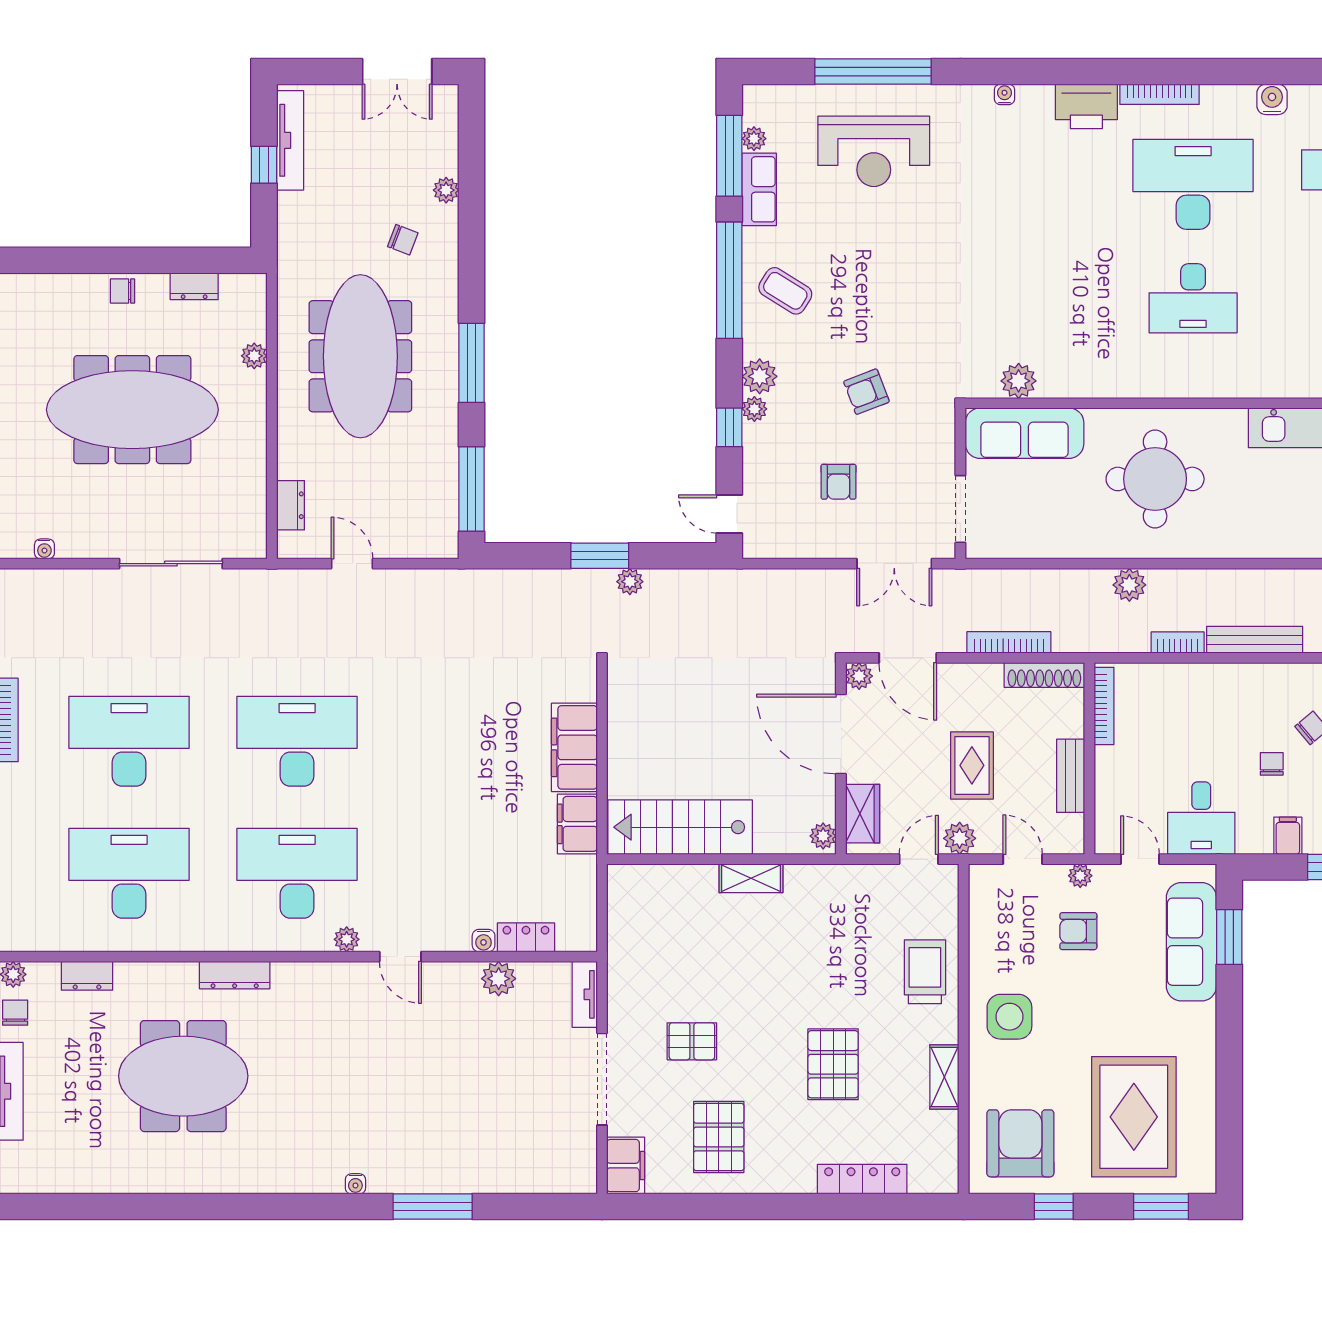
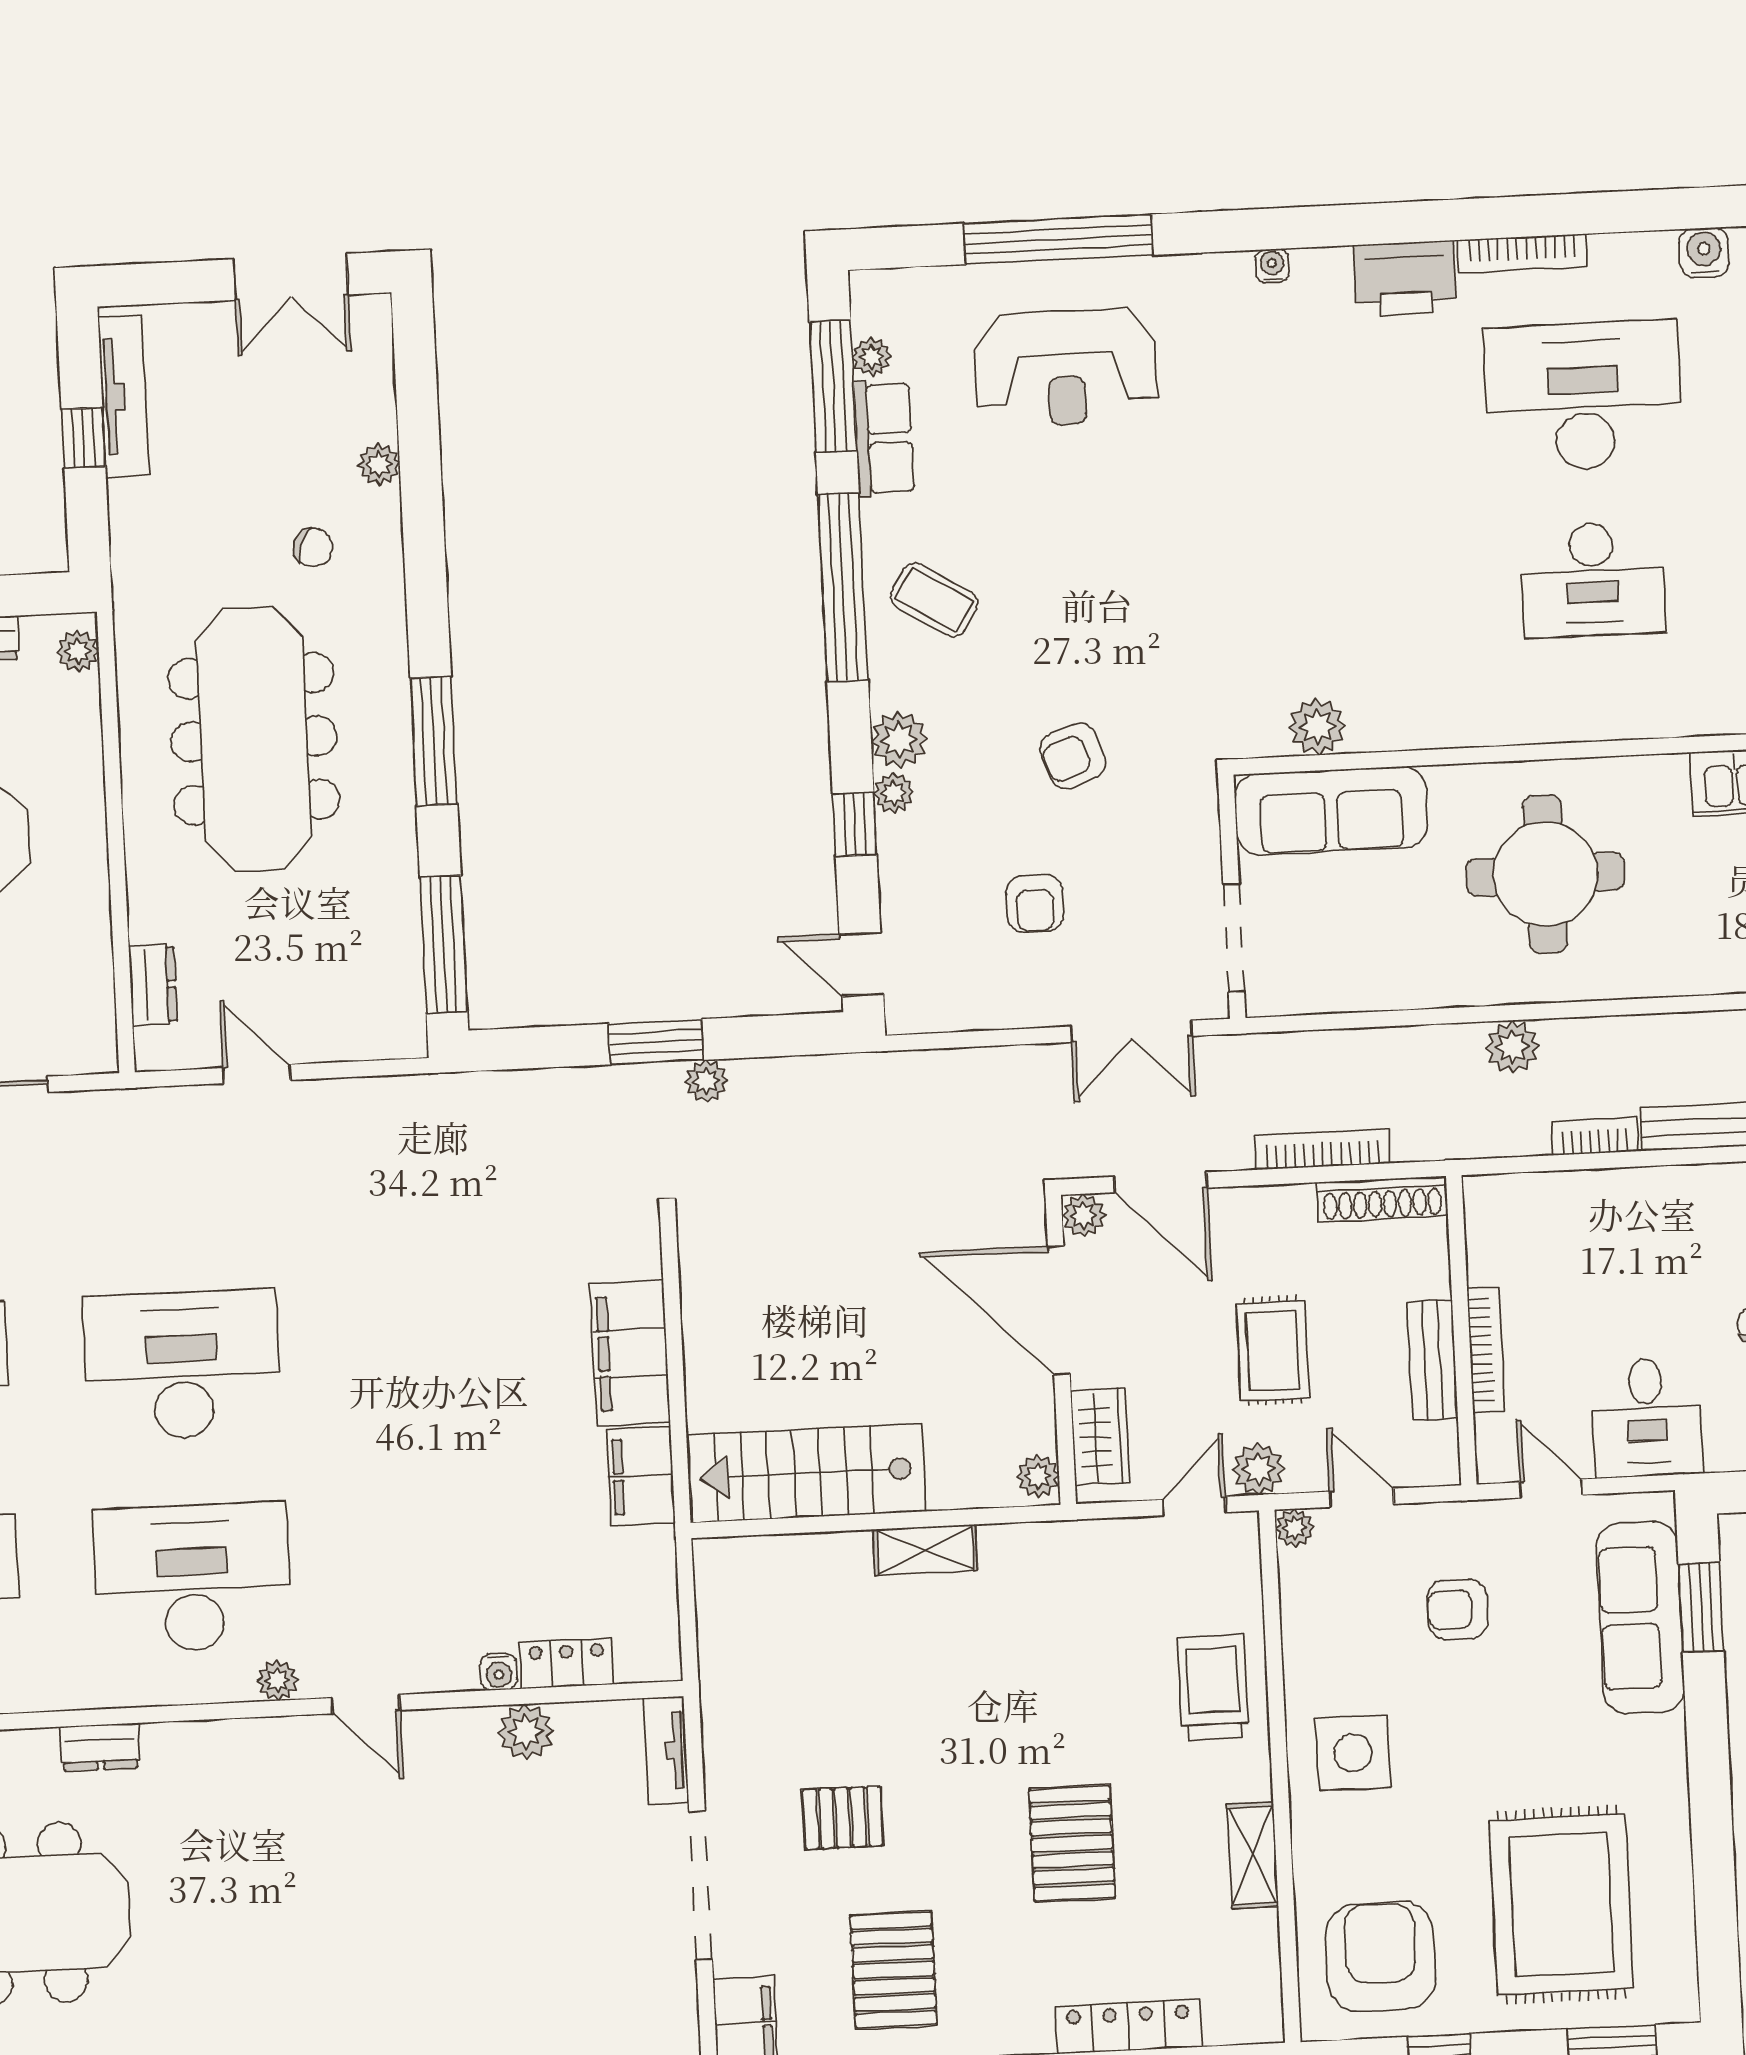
plant: (254, 356) -> (78, 651), moved
bookcase: (1104, 706) -> (1486, 1350), moved
plant: (1080, 876) -> (1295, 1528), moved
dresser: (235, 975) -> (100, 1747), width x0.70

